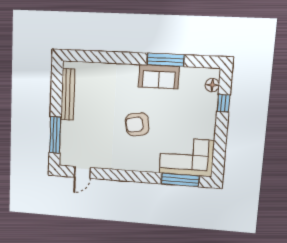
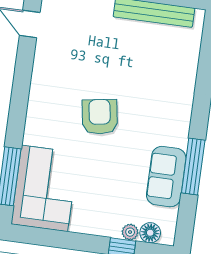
sofa: (159, 77) -> (166, 177), moved
plant: (213, 99) -> (130, 232), added

